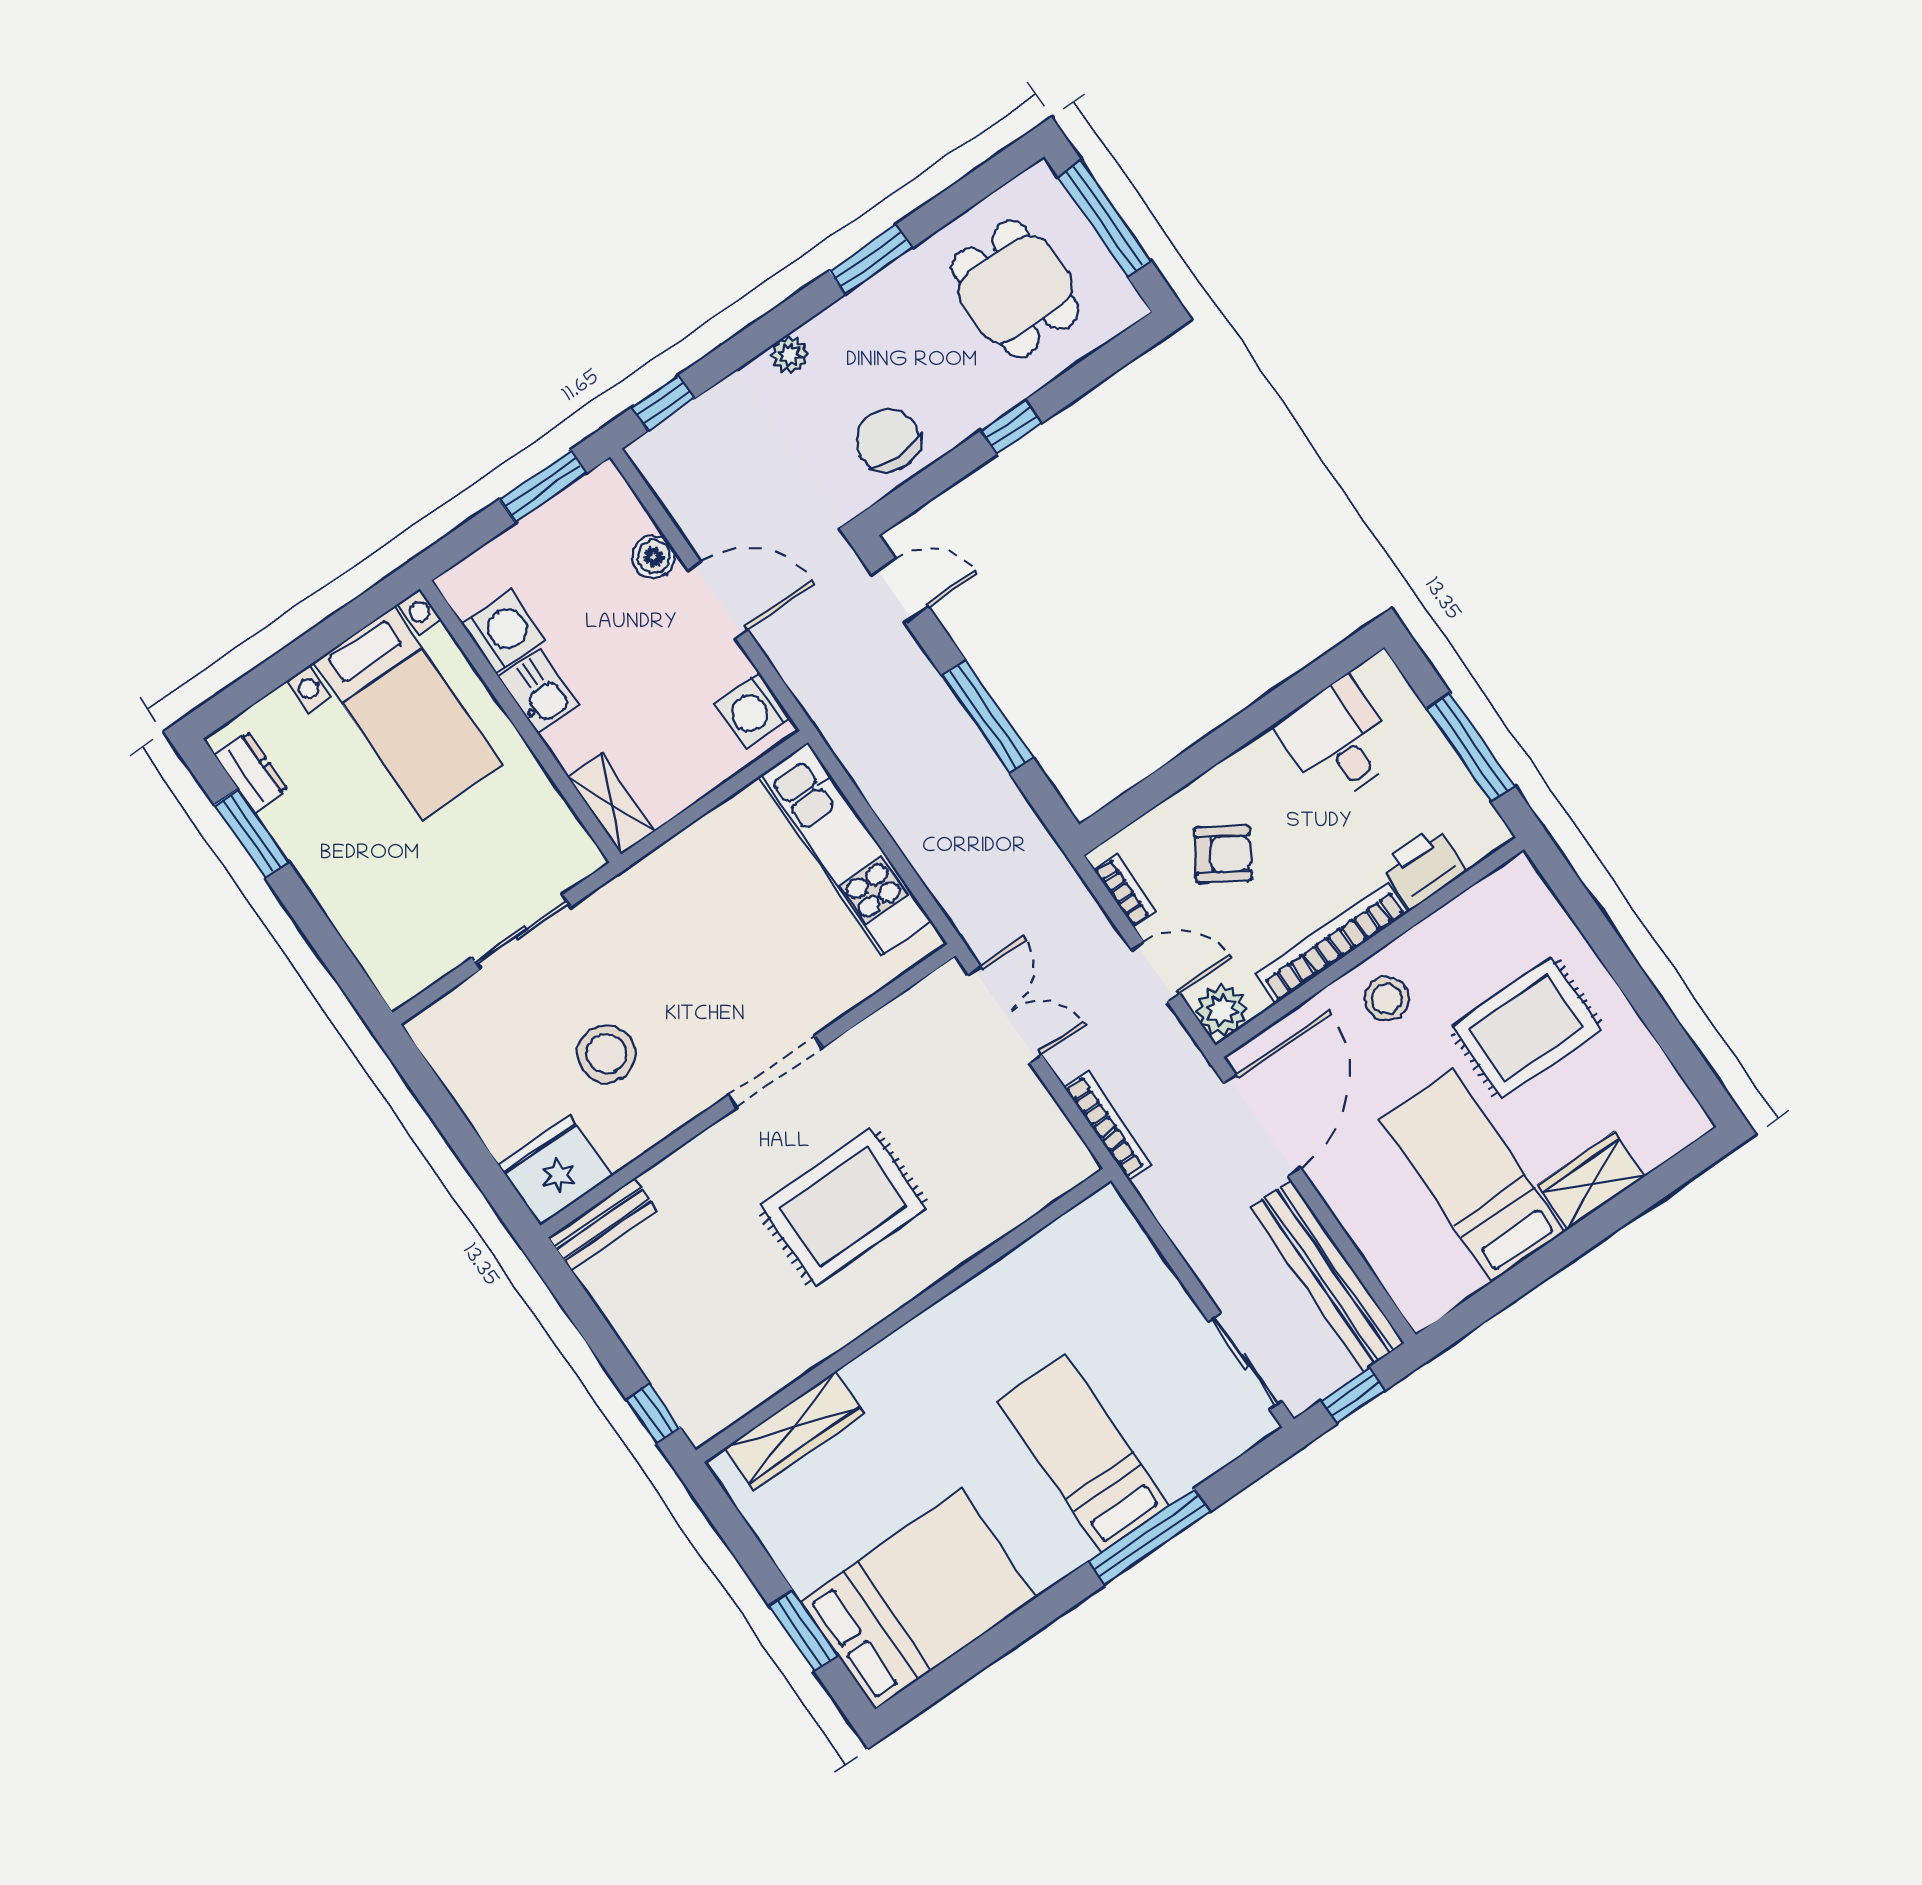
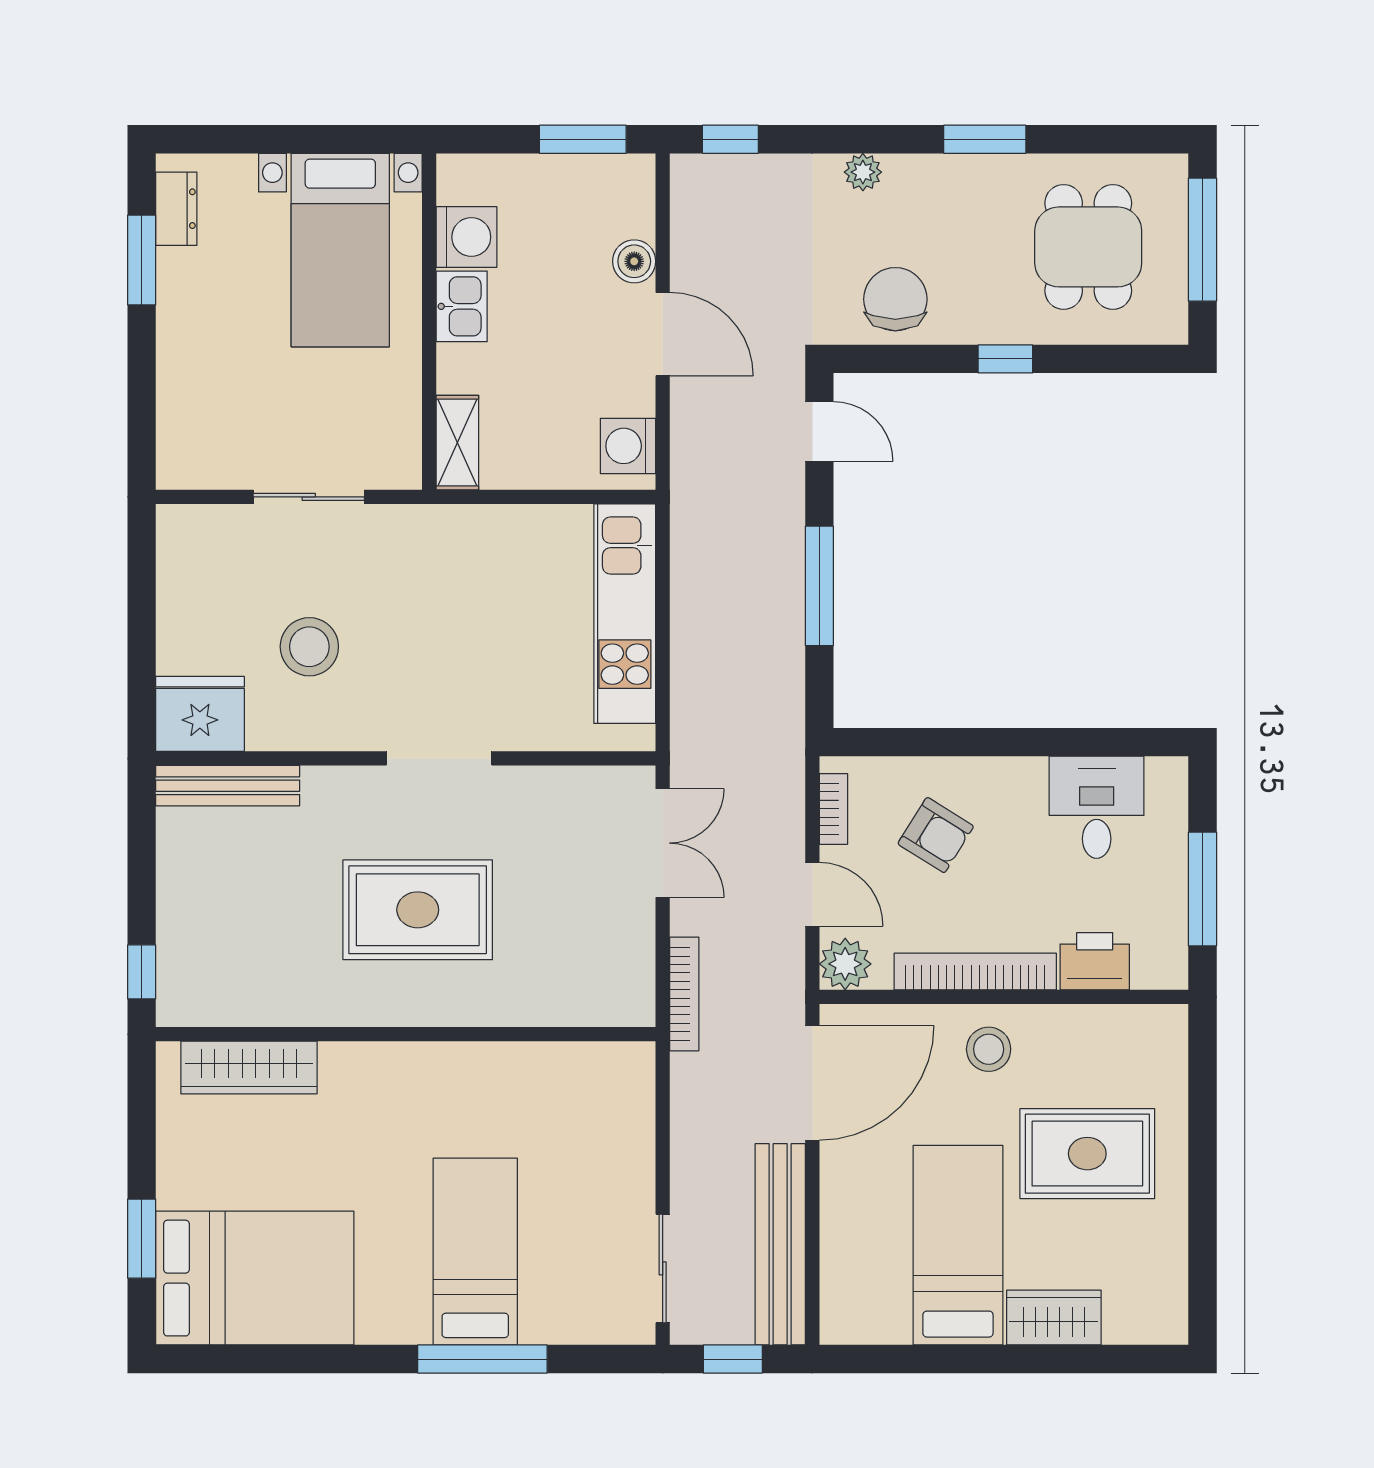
bench: (603, 1224) -> (228, 786), width x1.36

